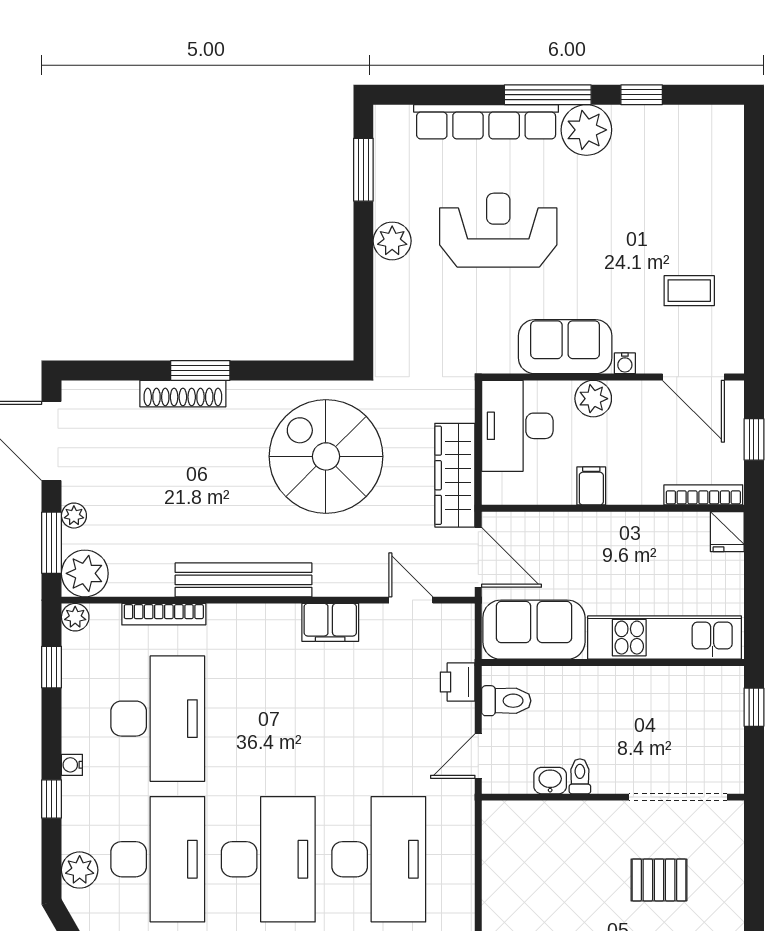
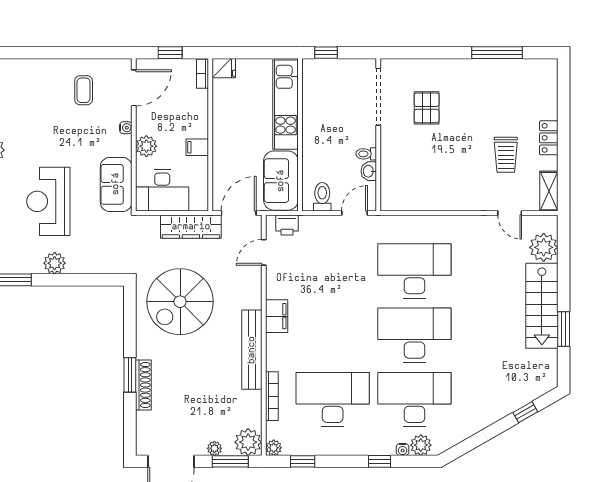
sofa: (565, 347) -> (116, 184), moved
bookcase: (703, 495) -> (202, 74), width x0.64
filing cabinet: (330, 622) -> (277, 316), moved
printer: (458, 682) -> (287, 225), moved
door: (478, 756) -> (354, 213), swing flipped
water cooler: (72, 765) -> (403, 450), moved

